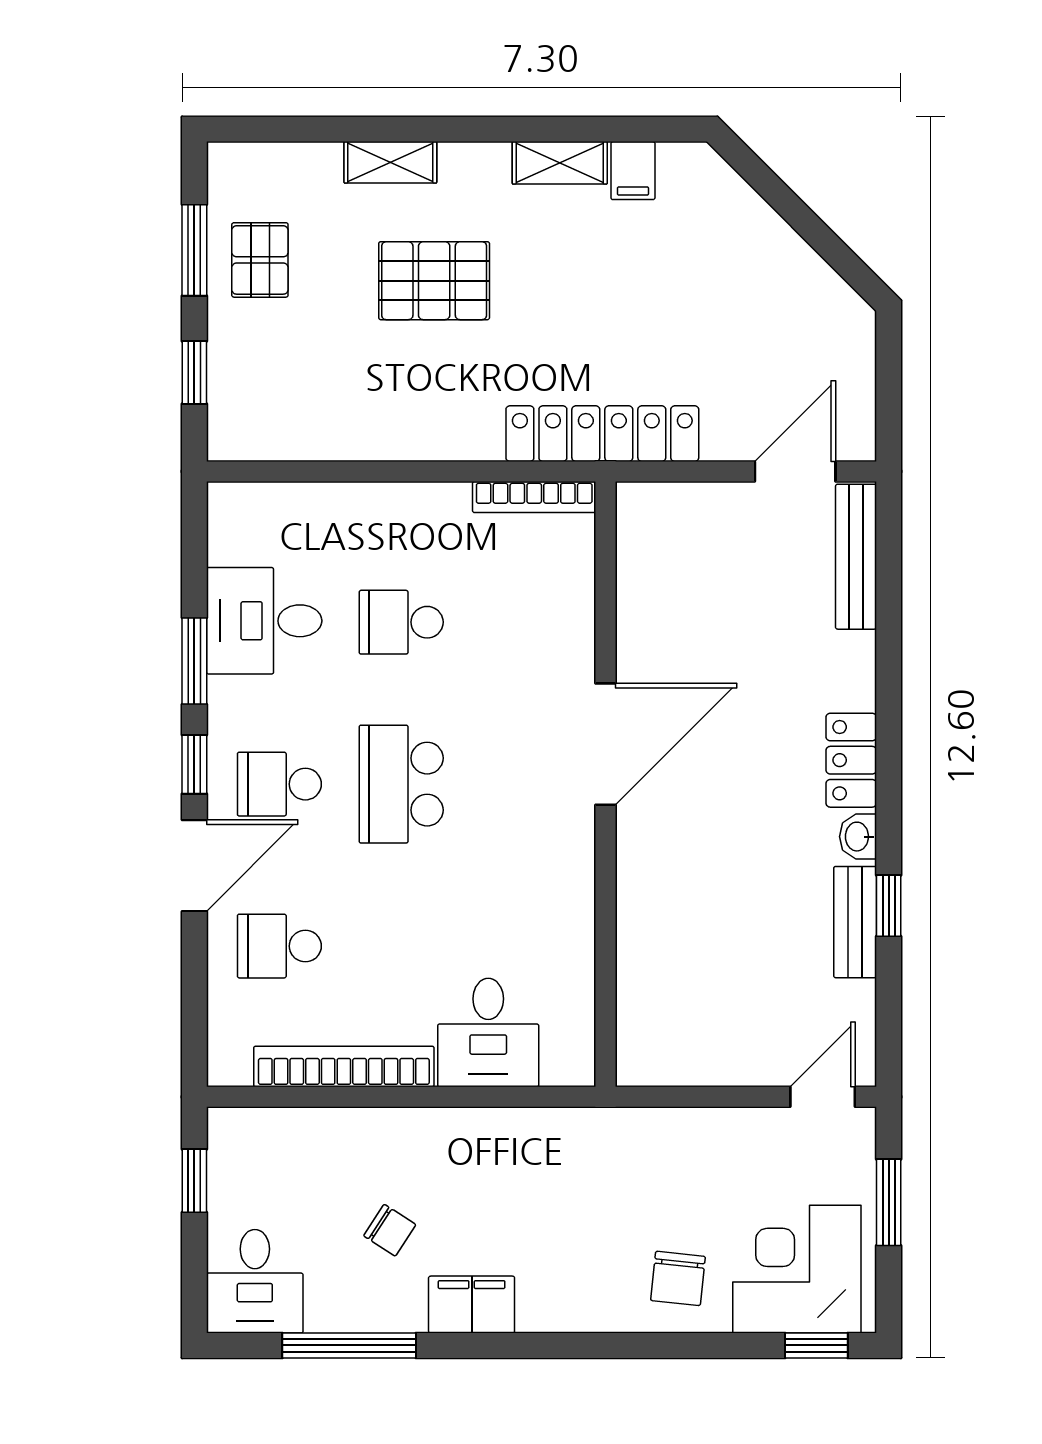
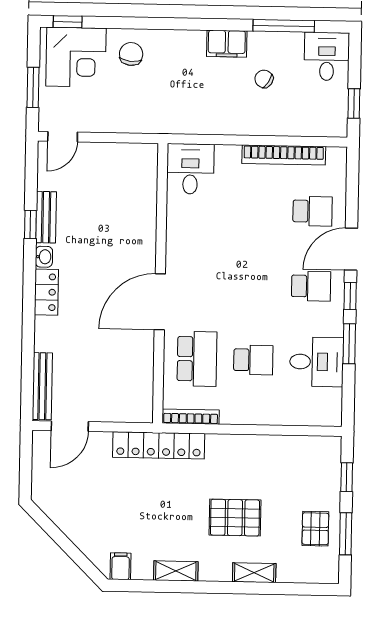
filing cabinet: (633, 171) -> (121, 566), moved
school desk: (401, 784) -> (197, 359), moved
desk: (488, 1033) -> (190, 169), moved

